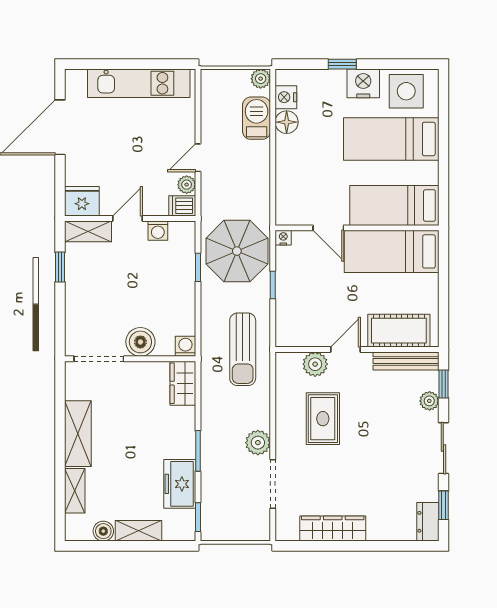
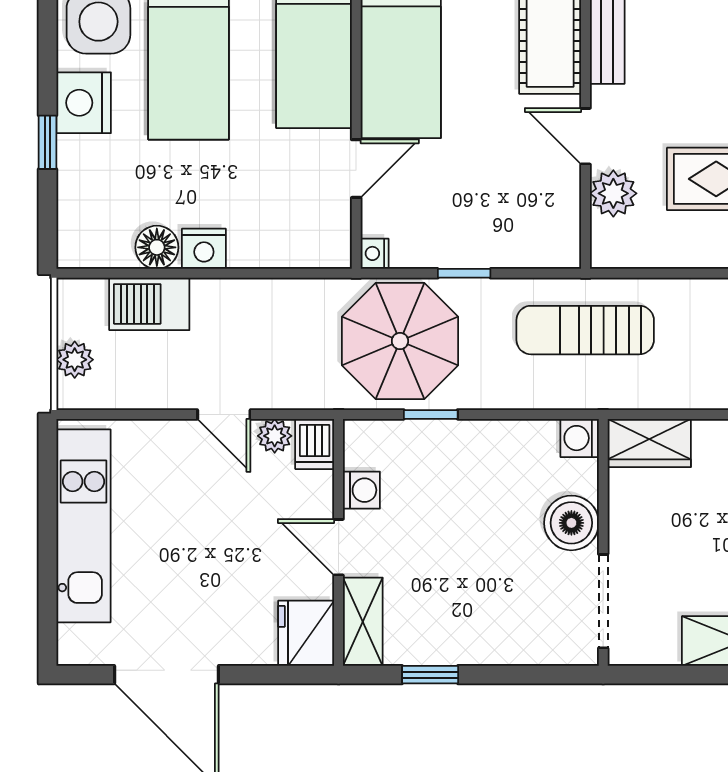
plant: (261, 79) -> (75, 360), moved
nightstand: (286, 97) -> (204, 249), moved
sun lounger: (243, 349) -> (585, 330), turned 180

